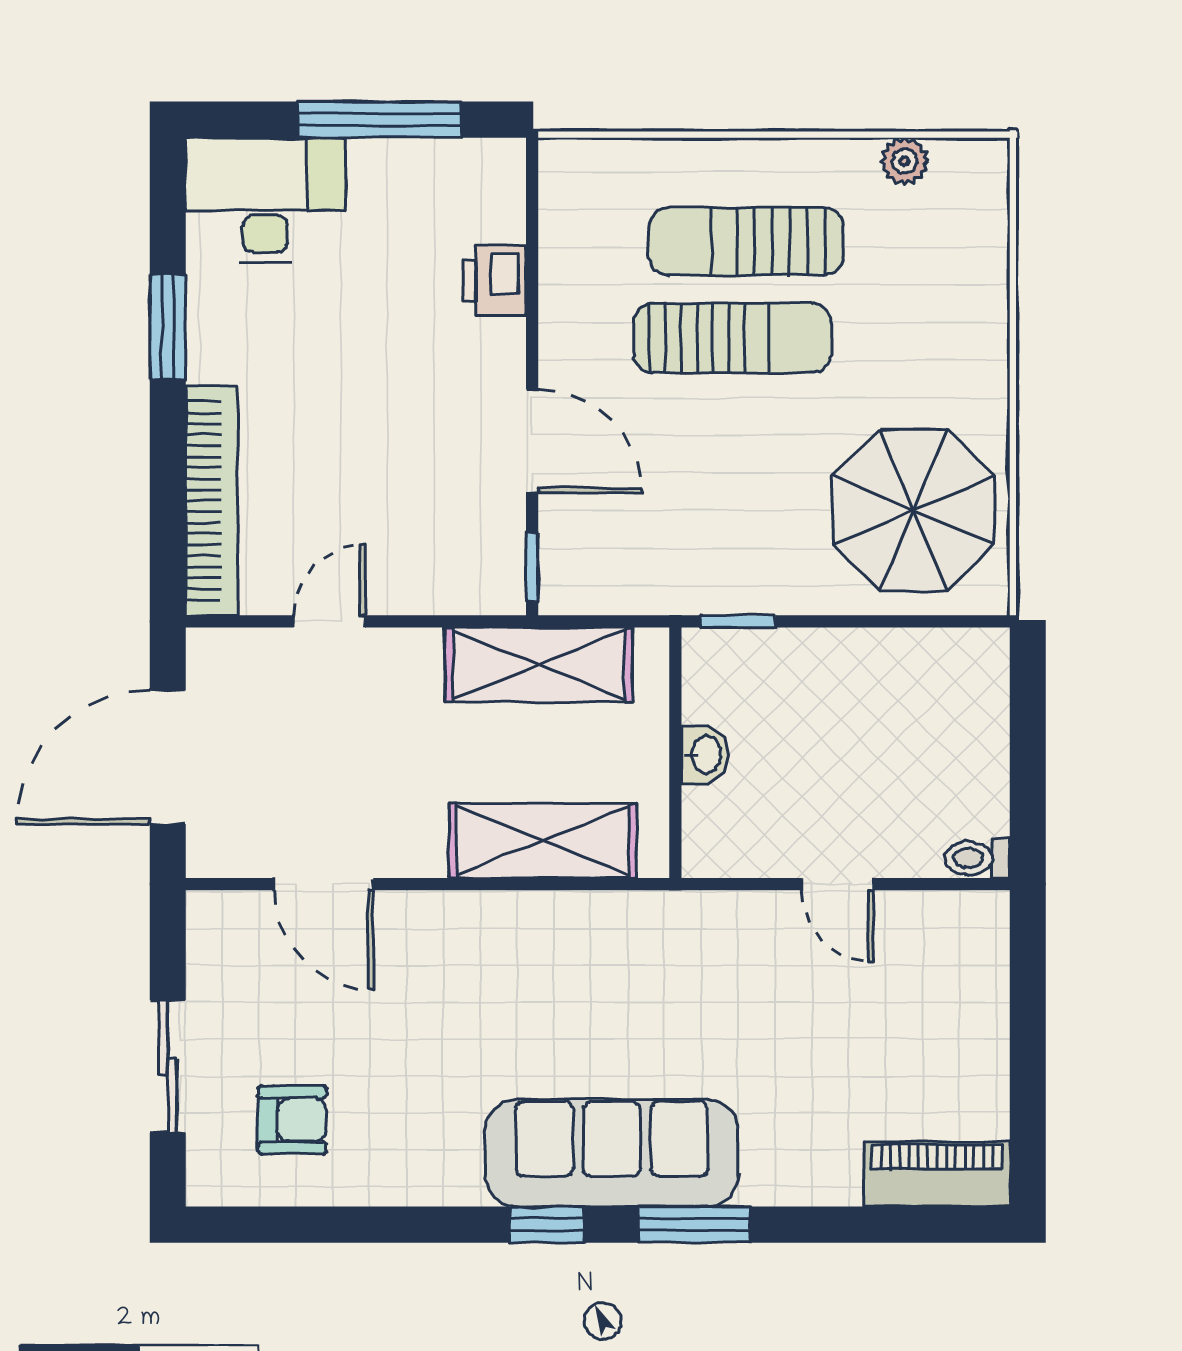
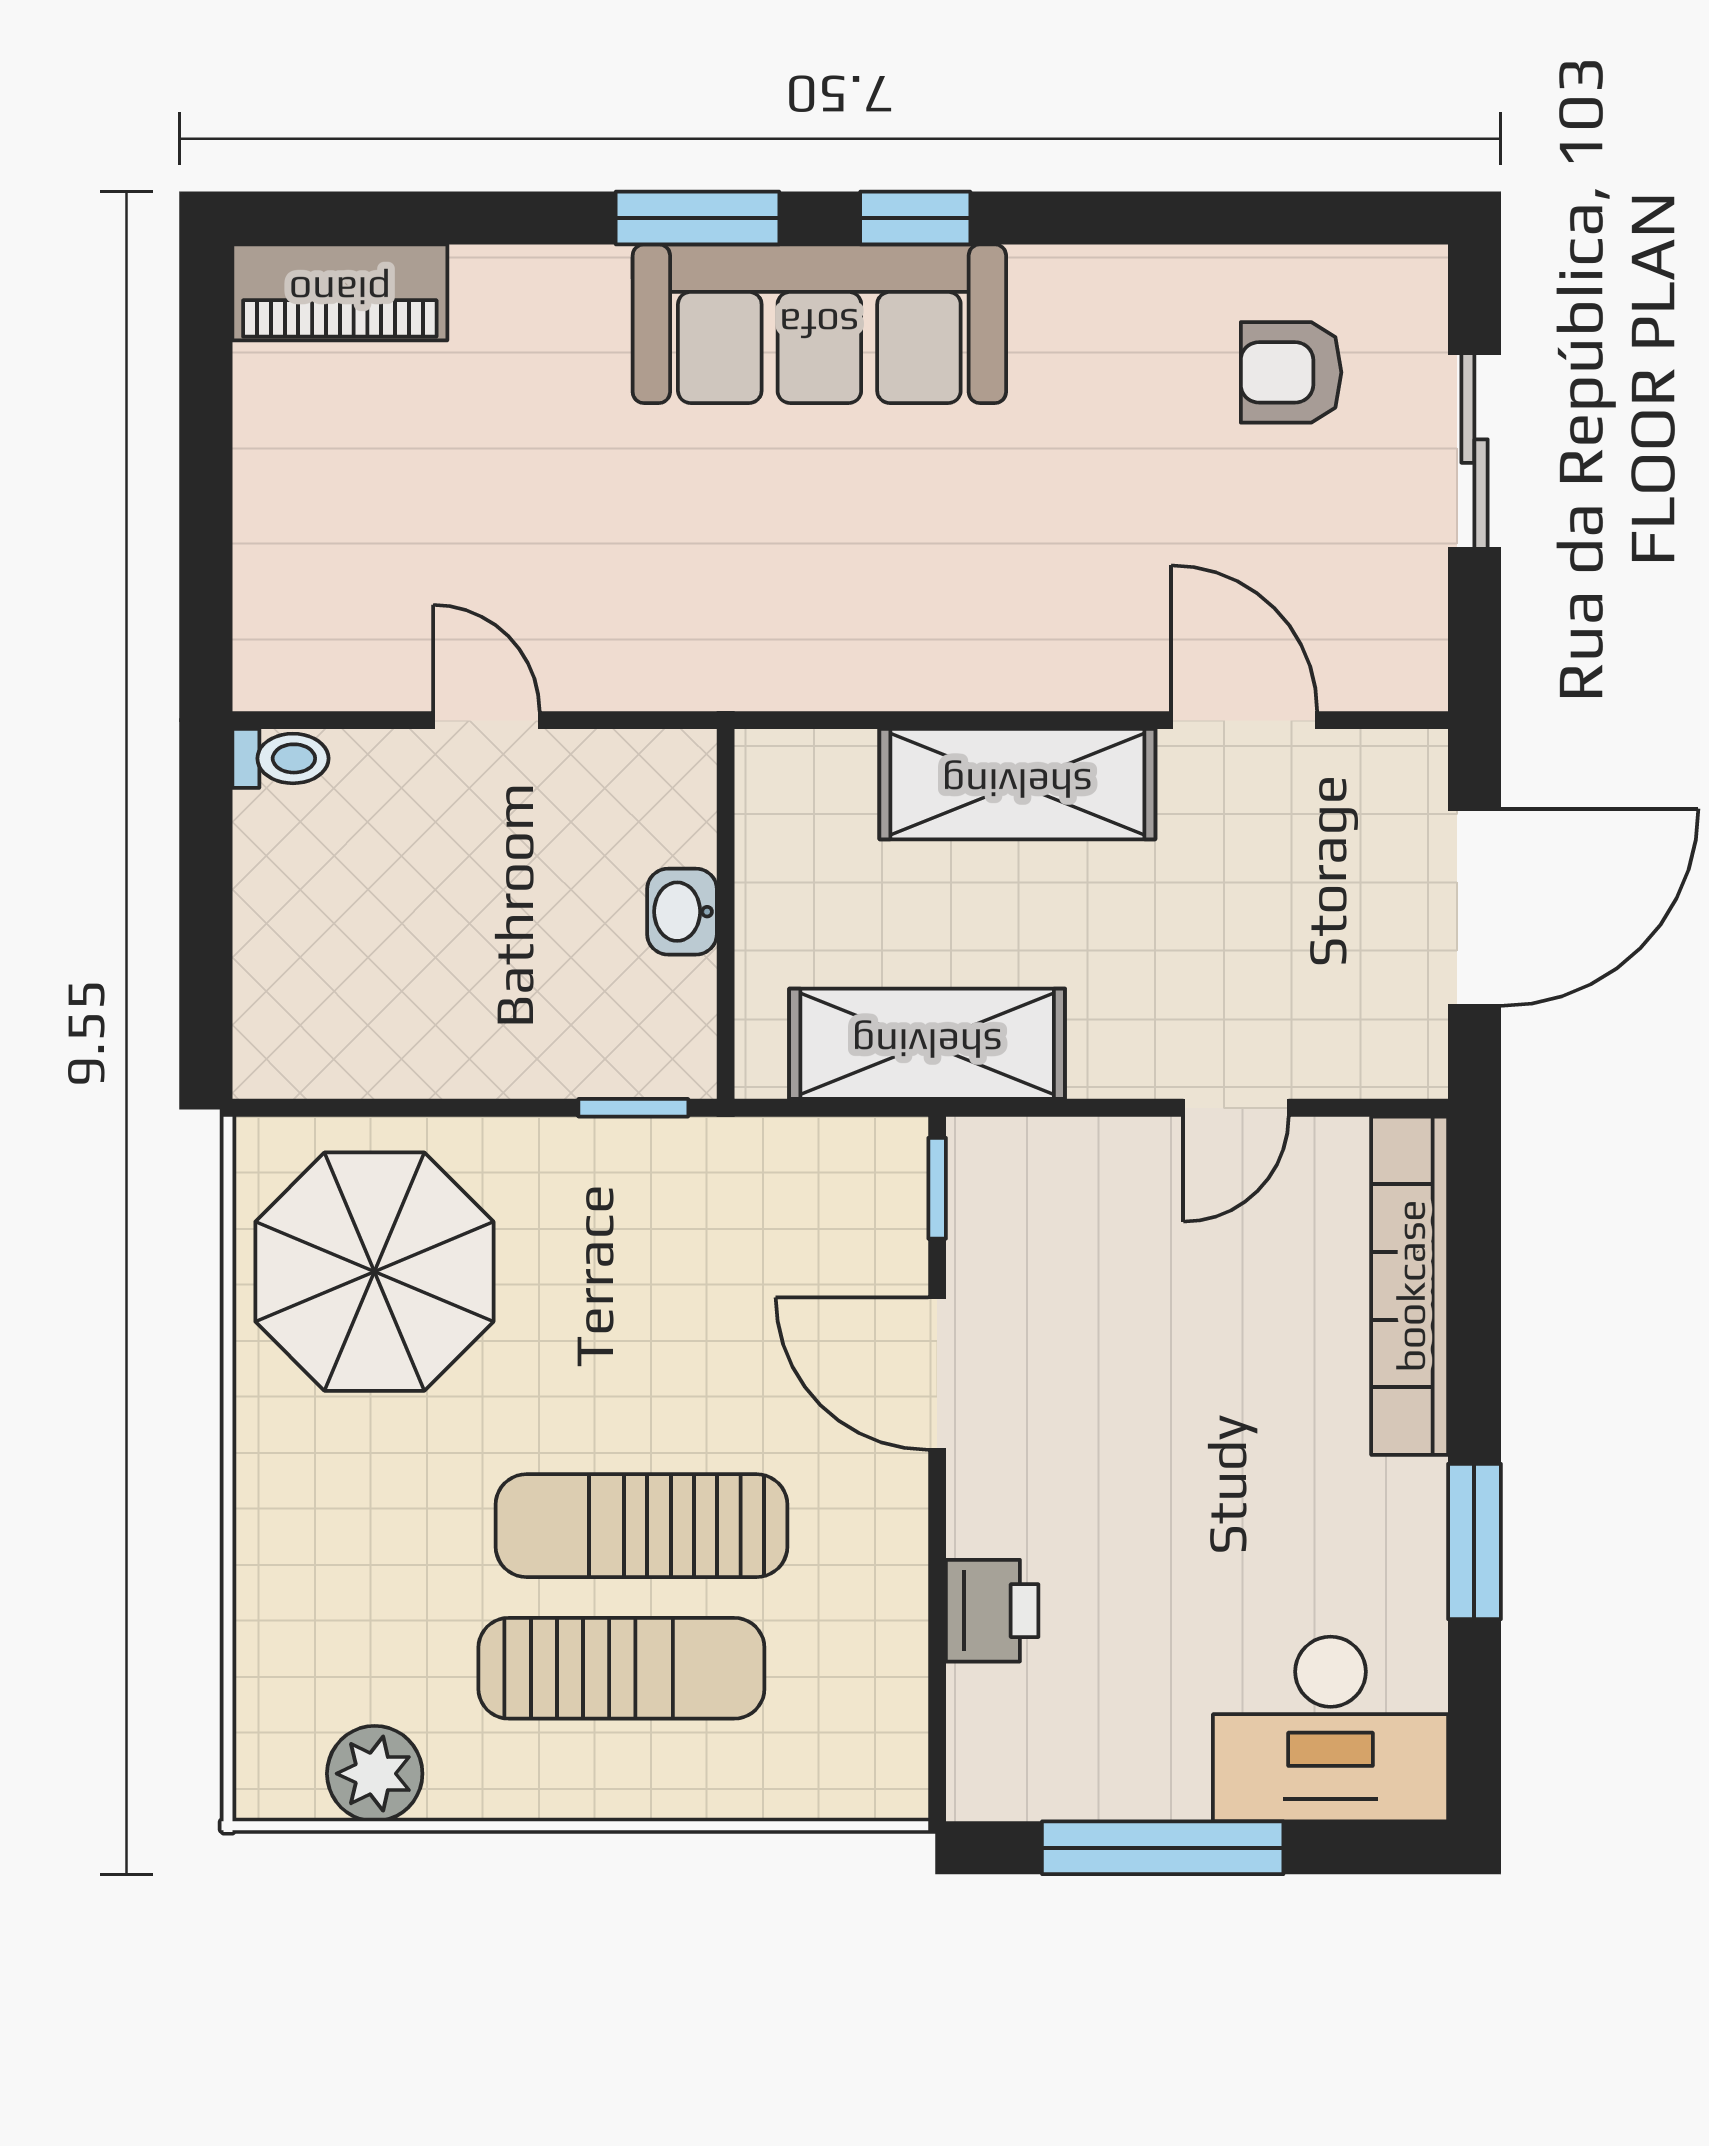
plant: (905, 161) -> (375, 1774), width x1.38, depth x1.38
shelving: (543, 841) -> (1017, 784), moved

